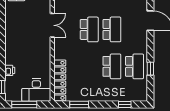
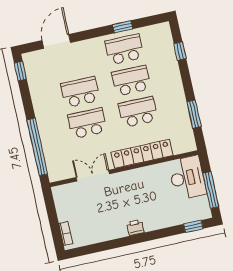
school desk: (89, 66) -> (138, 112), added
printer: (10, 70) -> (135, 228), moved
locker: (60, 80) -> (142, 154), moved

